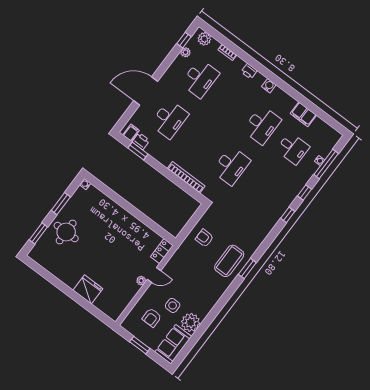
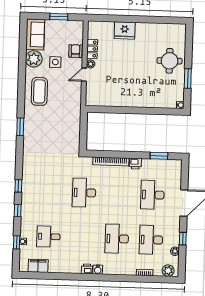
window: (184, 40) -> (183, 239), moved
printer: (249, 71) -> (87, 269), moved
filing cabinet: (303, 114) -> (38, 266), moved
desk: (262, 125) -> (117, 239), moved
filing cabinet: (131, 133) -> (173, 166), removed
printer: (141, 141) -> (135, 164), moved
window: (326, 164) -> (17, 242), width x0.46
window: (38, 233) -> (189, 46), removed
armchair: (204, 238) -> (67, 127), removed
locker: (162, 251) -> (92, 49), moved
coffee table: (229, 261) -> (39, 91), moved
armchair: (152, 318) -> (75, 51), moved

